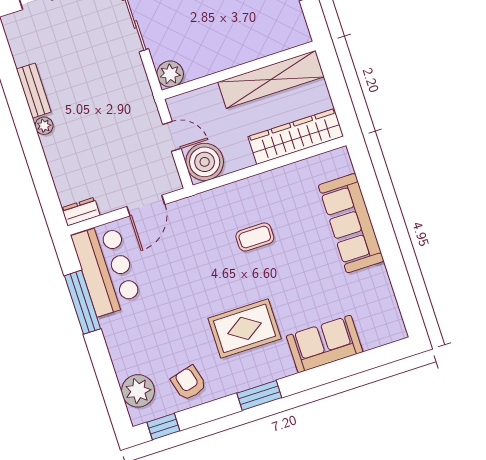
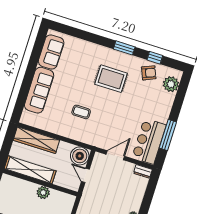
plant: (170, 74) -> (43, 192), moved
sofa: (324, 344) -> (51, 52), moved, turned -90
armchair: (189, 383) -> (149, 73), turned -98
window: (163, 426) -> (155, 58), moved

